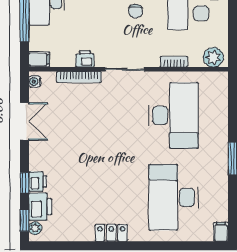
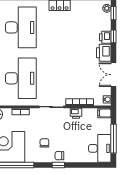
desk: (174, 115) -> (21, 78), turned 180
printer: (40, 207) -> (104, 53), moved

